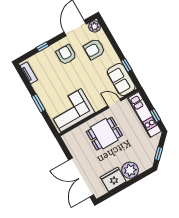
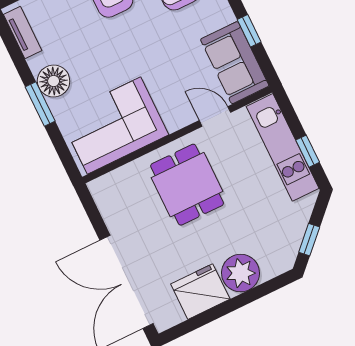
floor lamp: (44, 93) -> (54, 81), added
dining table: (104, 134) -> (187, 185), turned 90

